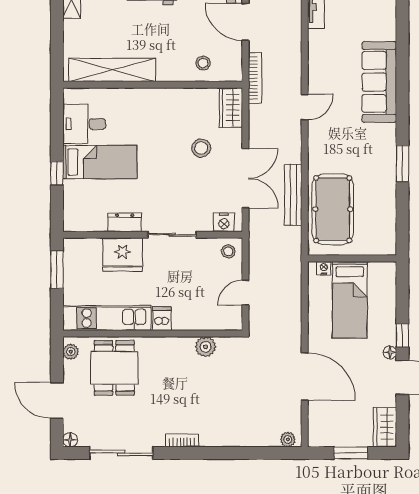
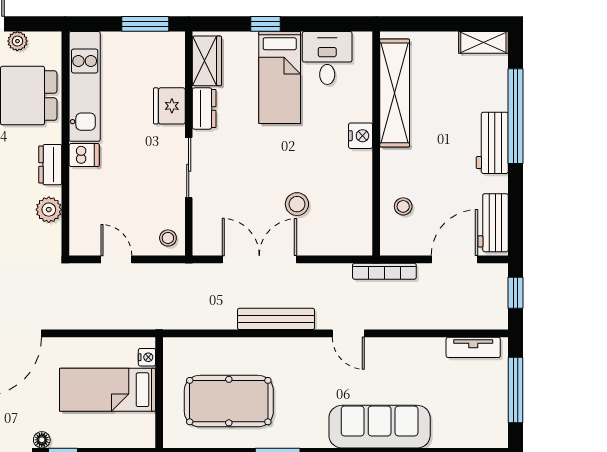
wardrobe: (231, 108) -> (207, 61), moved, turned 90
double door: (245, 178) -> (259, 259), swing flipped
bench: (293, 195) -> (276, 319), moved
pool table: (333, 209) -> (229, 401), moved
nightstand: (224, 222) -> (361, 136), moved, turned 180
fridge: (123, 255) -> (169, 106), width x0.73, depth x0.75
dresser: (170, 346) -> (50, 165), added
plant: (71, 352) -> (17, 41), moved

